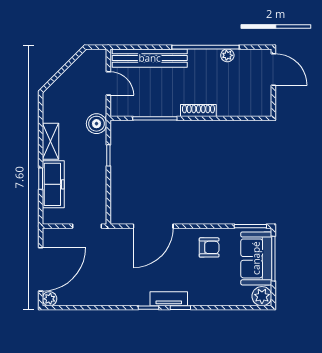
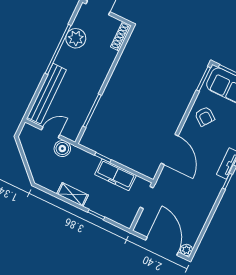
plant: (227, 55) -> (76, 38), width x1.88, depth x1.88
shoe rack: (198, 111) -> (121, 36), moved
boiler: (96, 124) -> (62, 149), moved
freezer: (53, 184) -> (115, 175), moved, turned 180
armchair: (209, 247) -> (205, 116), turned 127

